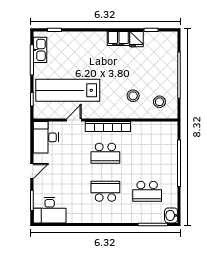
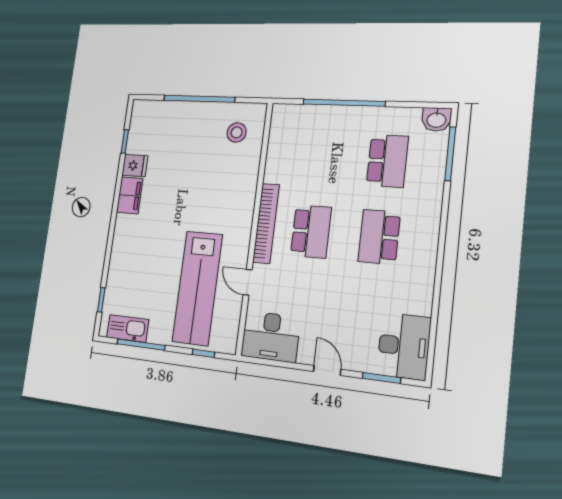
stool: (133, 96) -> (221, 176), removed

